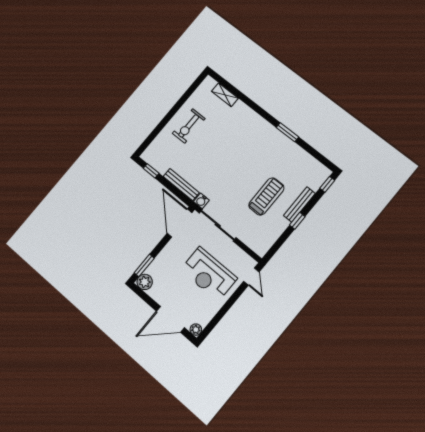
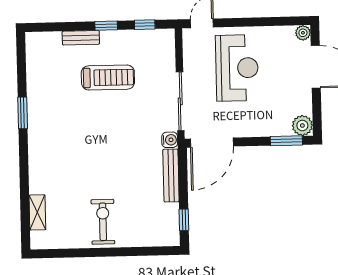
exercise bike: (189, 126) -> (103, 222), turned -90
window: (327, 184) -> (145, 25), moved
treadmill: (266, 196) -> (108, 78), turned 180
bench: (299, 204) -> (81, 38), width x0.73

